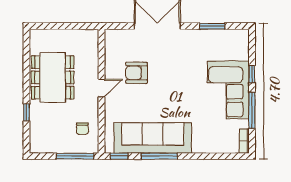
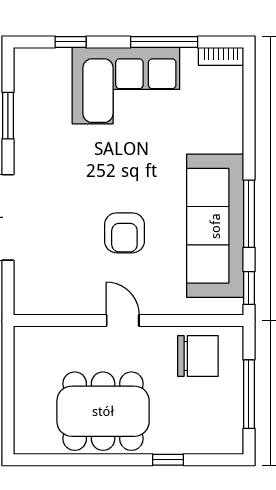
armchair: (137, 73) -> (124, 233), moved
window: (252, 74) -> (71, 42), moved
chair: (82, 129) -> (198, 356), width x1.87, depth x1.87
window: (75, 156) -> (249, 394), moved

